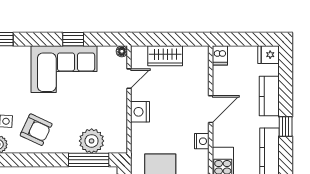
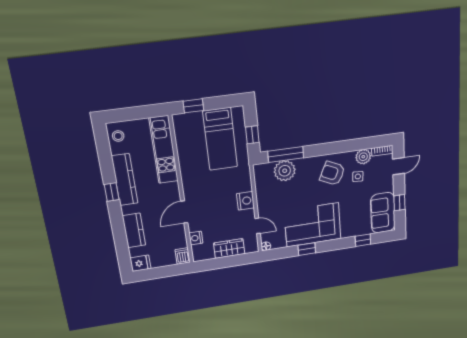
door: (129, 79) -> (258, 226), swing flipped
window: (286, 126) -> (112, 192), moved
nightstand: (202, 141) -> (196, 238), moved

